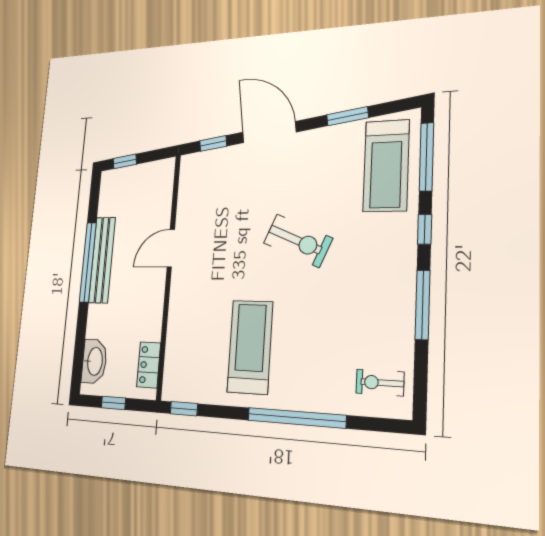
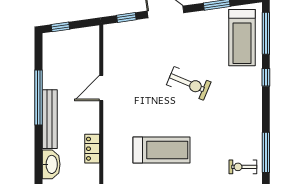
bench: (102, 260) -> (50, 119), moved
window: (422, 305) -> (266, 152), moved
treadmill: (250, 347) -> (162, 150), turned 90
locker: (149, 365) -> (92, 149), moved

